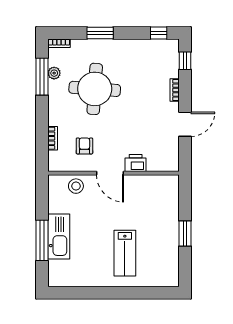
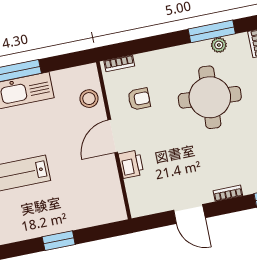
bookcase: (53, 138) -> (119, 63), moved

